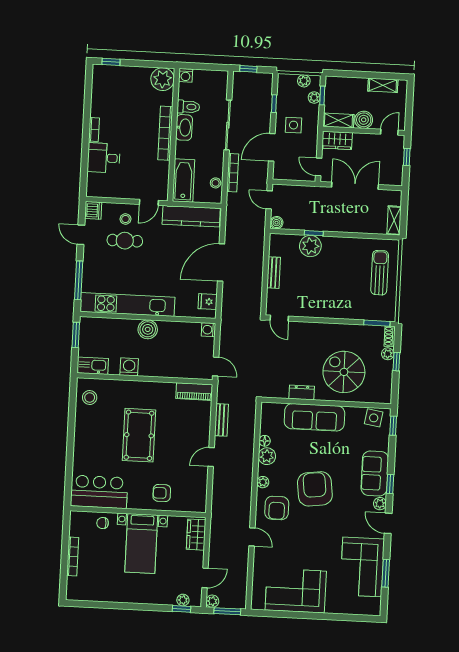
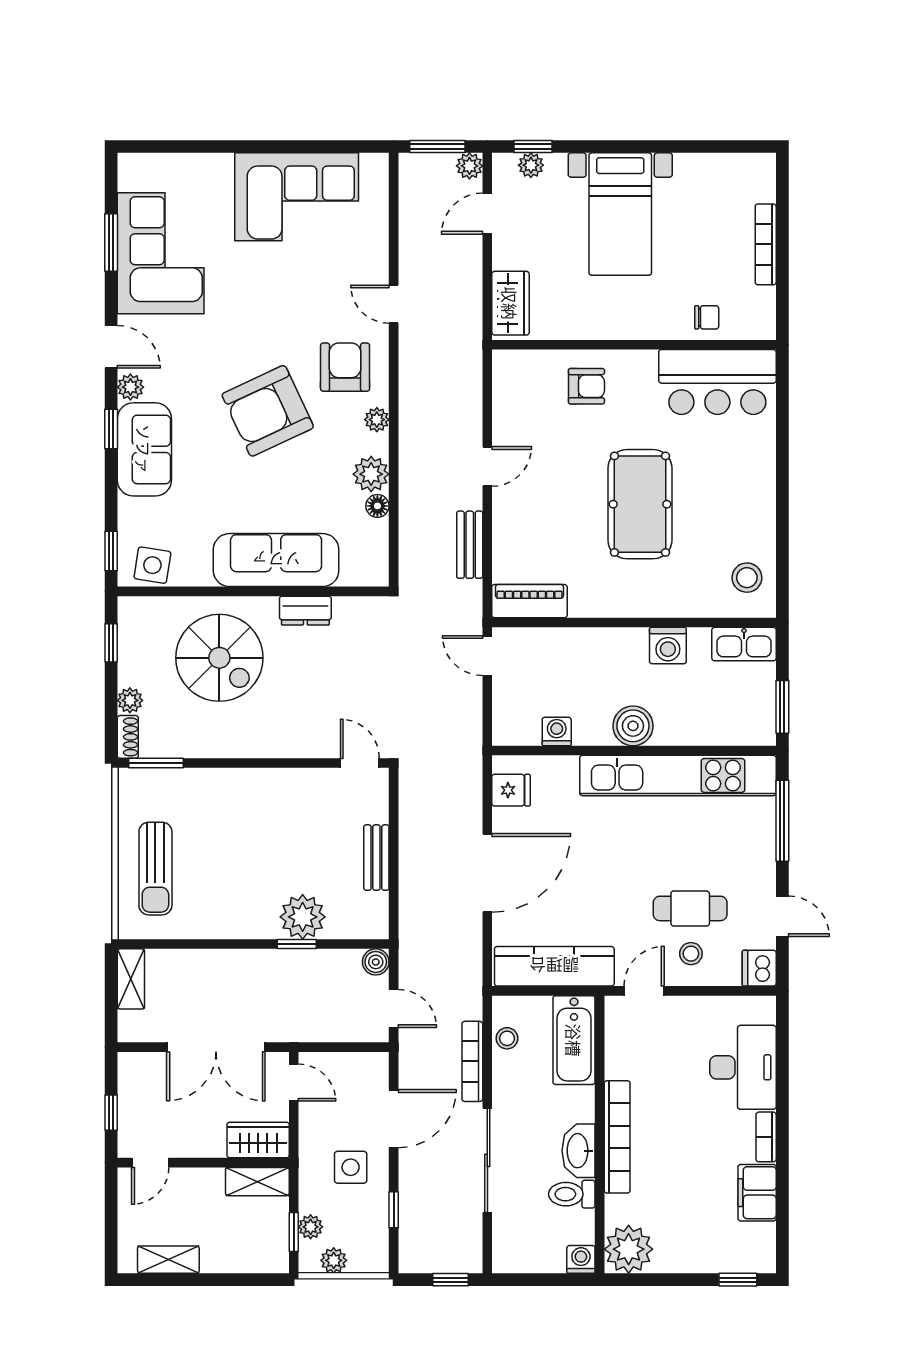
filing cabinet: (100, 103) -> (757, 1193), added
boiler: (364, 120) -> (205, 1186), removed
desk: (104, 158) -> (743, 1067), width x1.37
washing machine: (208, 330) -> (557, 732), moved, turned -90
window: (396, 362) -> (111, 643), moved
armchair: (315, 489) -> (268, 411), turned 72
bed with nightstands: (141, 544) -> (620, 214), moved, turned 180

